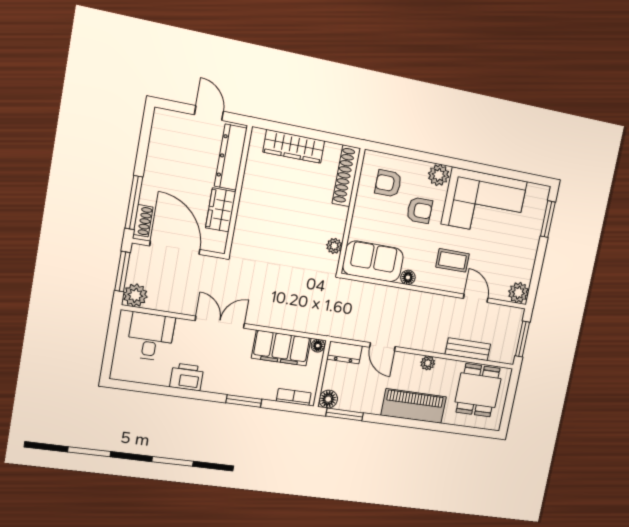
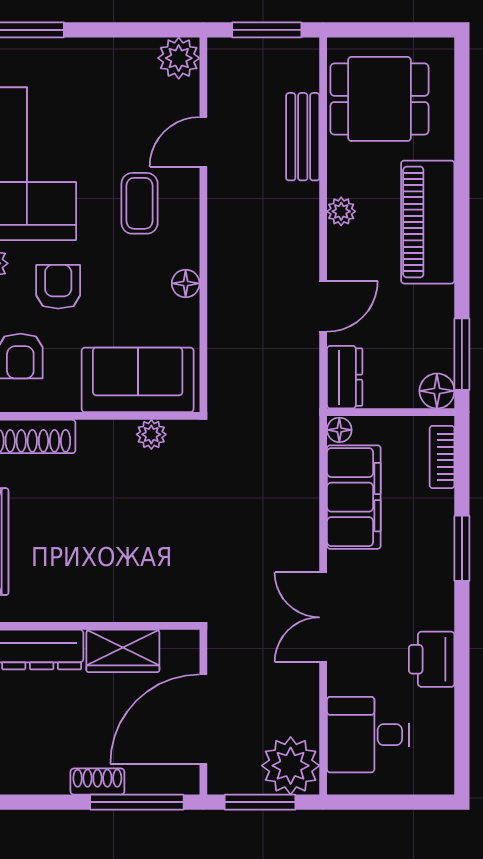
shoe rack: (143, 221) -> (97, 782), moved
sofa: (373, 261) -> (138, 380), moved, turned 90
plant: (135, 295) -> (291, 766), width x1.36, depth x1.36

